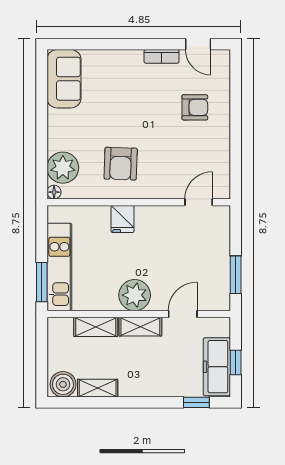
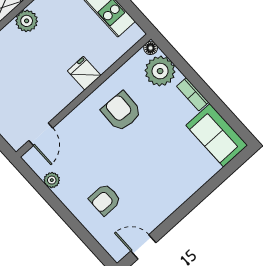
bookcase: (162, 56) -> (193, 94), moved, turned -90
plant: (222, 159) -> (52, 180), added
plant: (135, 295) -> (27, 21), width x0.73, depth x0.73

